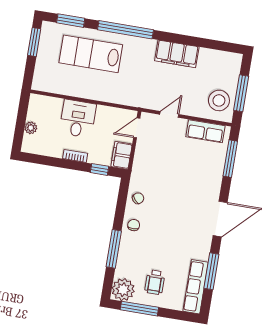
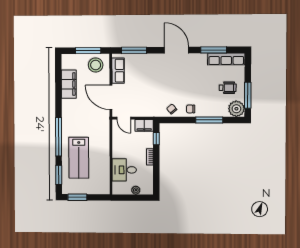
filing cabinet: (177, 54) -> (69, 84), moved
door: (169, 114) -> (111, 97), width x1.88
desk: (78, 119) -> (124, 170), moved

